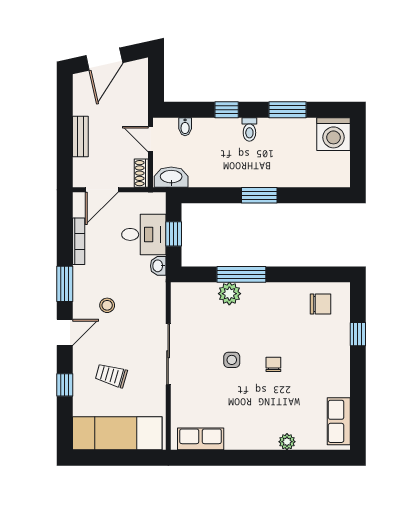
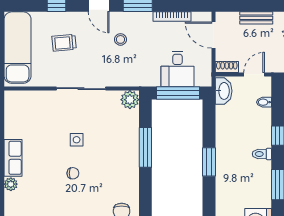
window: (174, 234) -> (178, 93), width x2.17
washbasin: (158, 266) -> (152, 81), removed
plant: (229, 294) -> (130, 100), moved
trolley: (111, 375) -> (64, 43), turned -111
row of seats: (201, 439) -> (13, 158), moved

